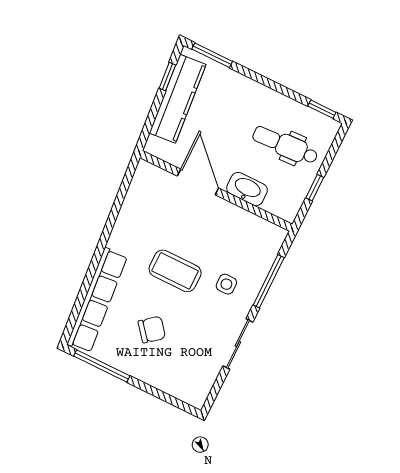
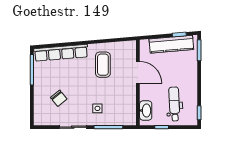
door: (198, 182) -> (138, 72), hinge flipped
washbasin: (247, 189) -> (146, 111), moved
coffee table: (175, 271) -> (103, 65), moved
chair: (152, 330) -> (59, 98), moved

